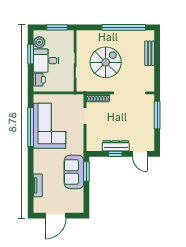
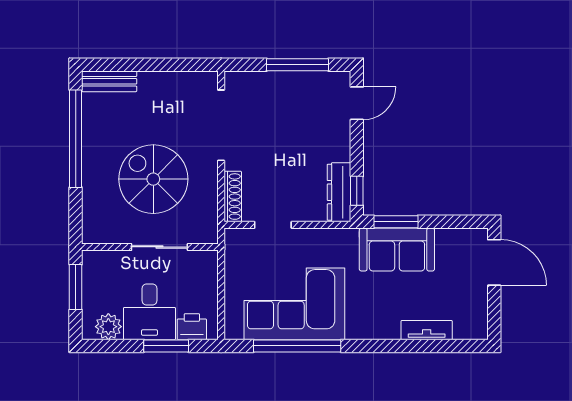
bench: (150, 53) -> (109, 81), moved
window: (31, 54) -> (166, 346), moved
window: (157, 115) -> (297, 65), moved
dresser: (116, 146) -> (339, 192), moved
window: (115, 154) -> (357, 191), moved
door: (55, 216) -> (494, 262), moved

